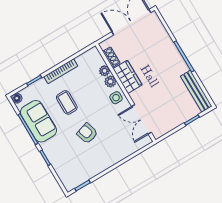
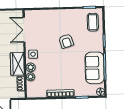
coffee table: (67, 102) -> (93, 22), moved
double door: (141, 119) -> (24, 30), swing flipped

